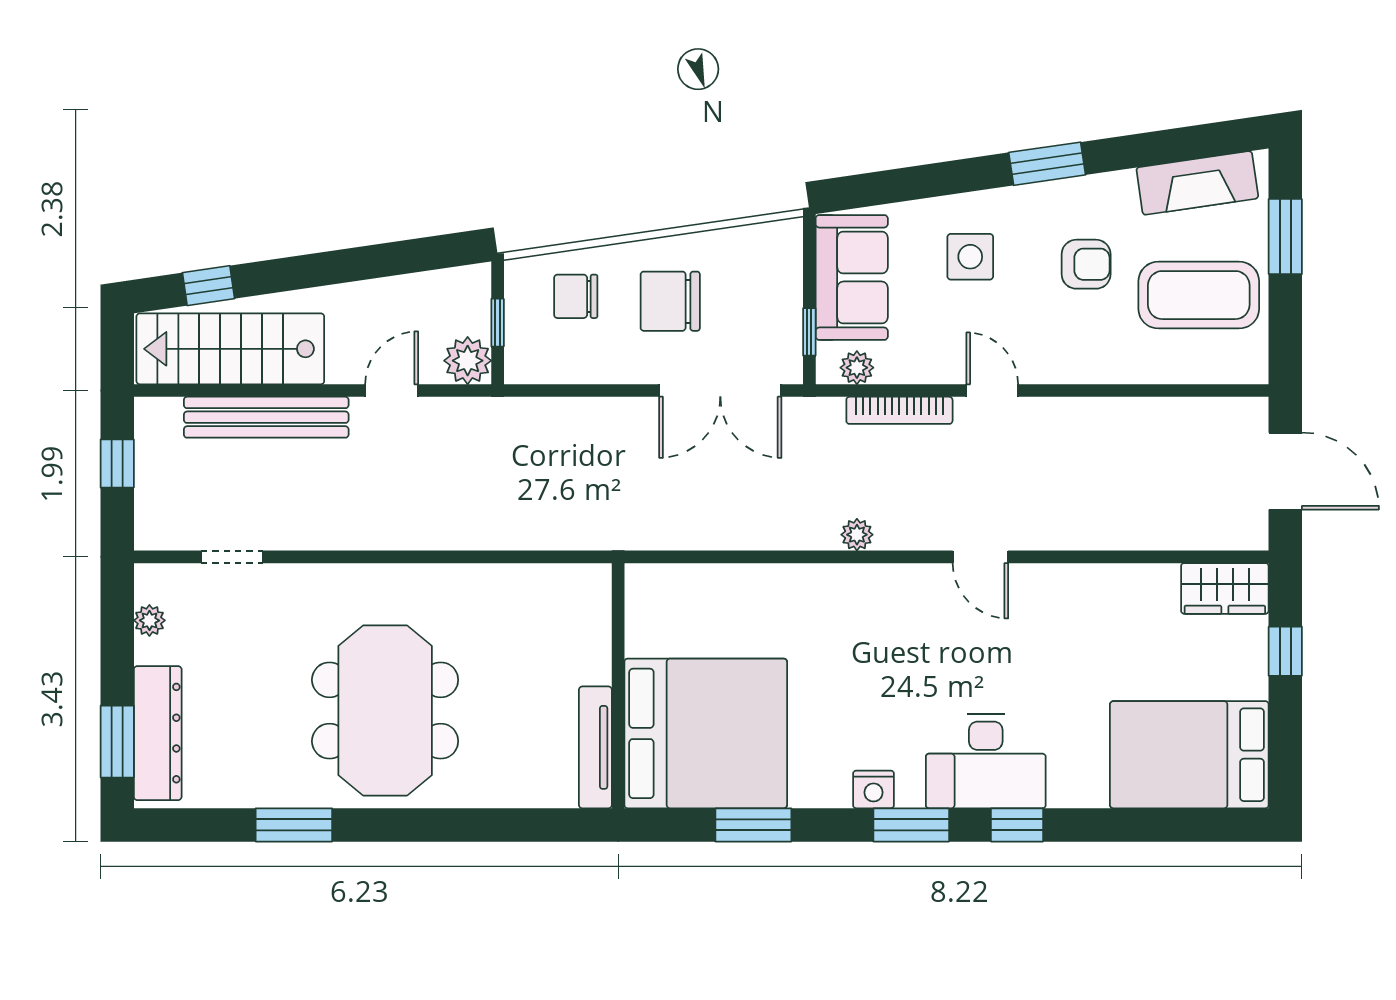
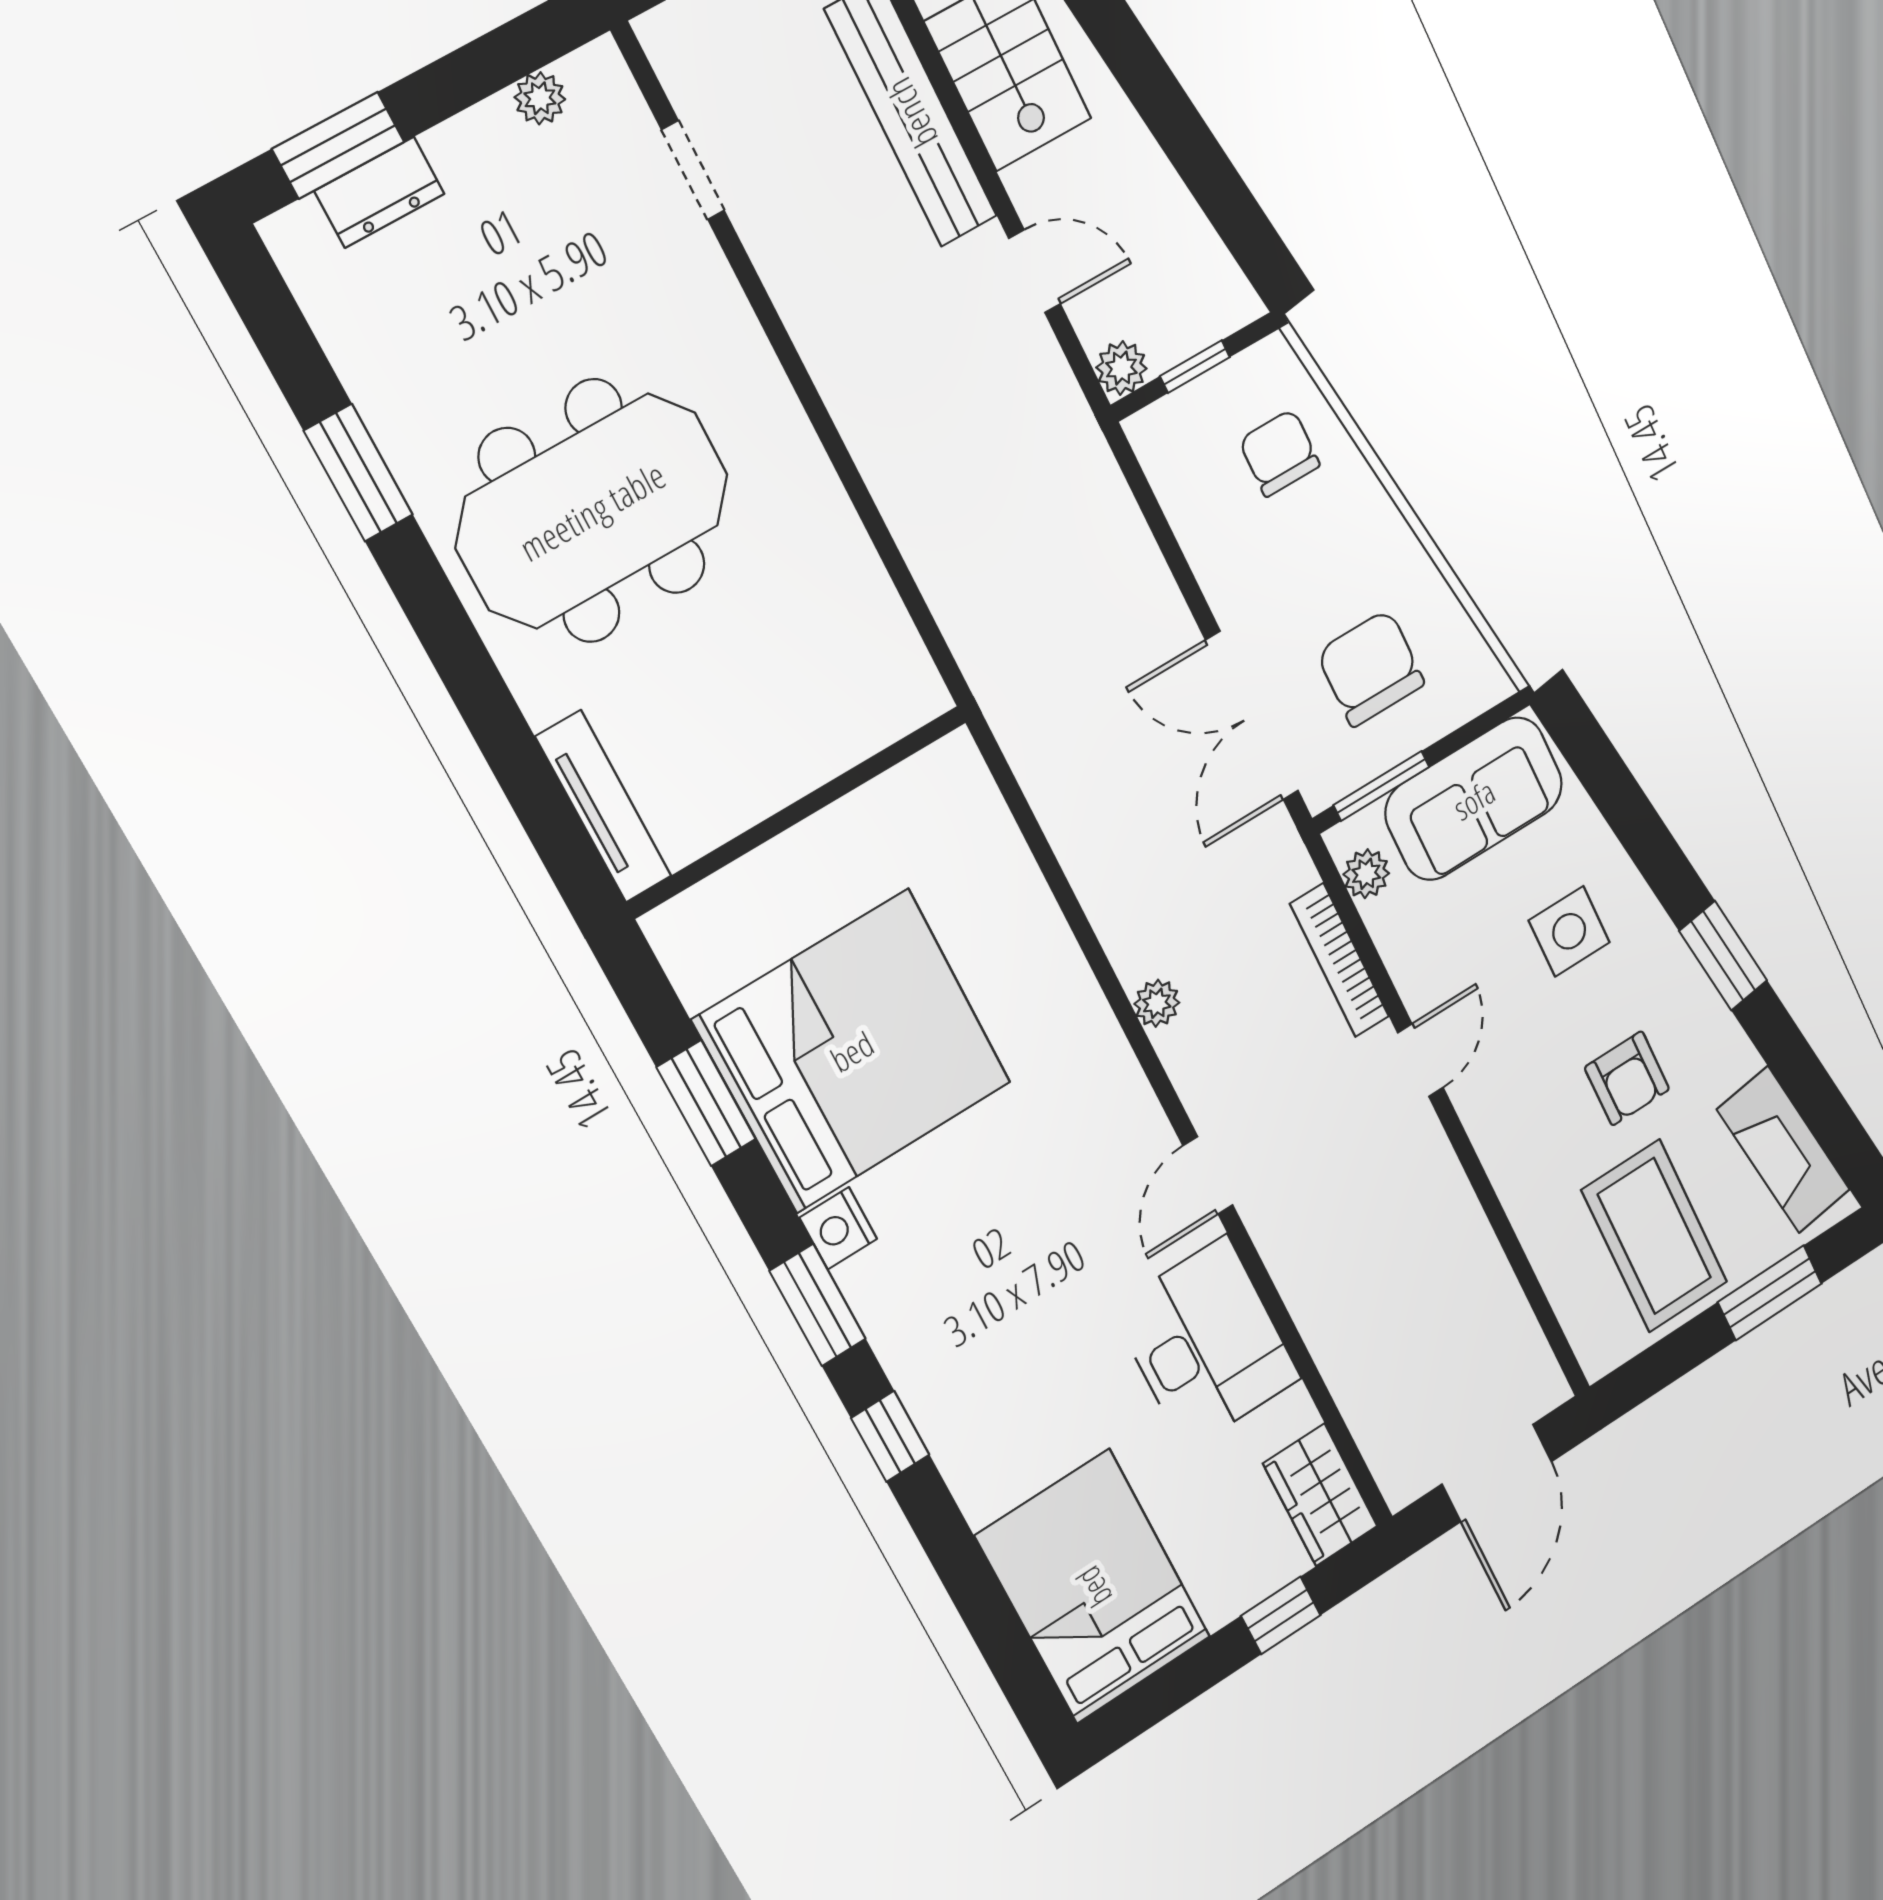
chair: (670, 301) -> (1371, 668), moved
window: (809, 332) -> (1381, 786), width x1.50
plant: (468, 361) -> (1121, 368), width x0.73, depth x0.73
dresser: (158, 733) -> (379, 192), width x0.51, depth x0.80
bed: (706, 733) -> (852, 1051), moved, turned -90
tv unit: (595, 747) -> (604, 807), moved, turned 90
desk: (986, 761) -> (1206, 1343), moved, turned 180

